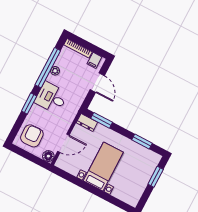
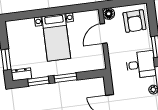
window: (102, 120) -> (65, 78), moved
dresser: (87, 122) -> (21, 74), moved

